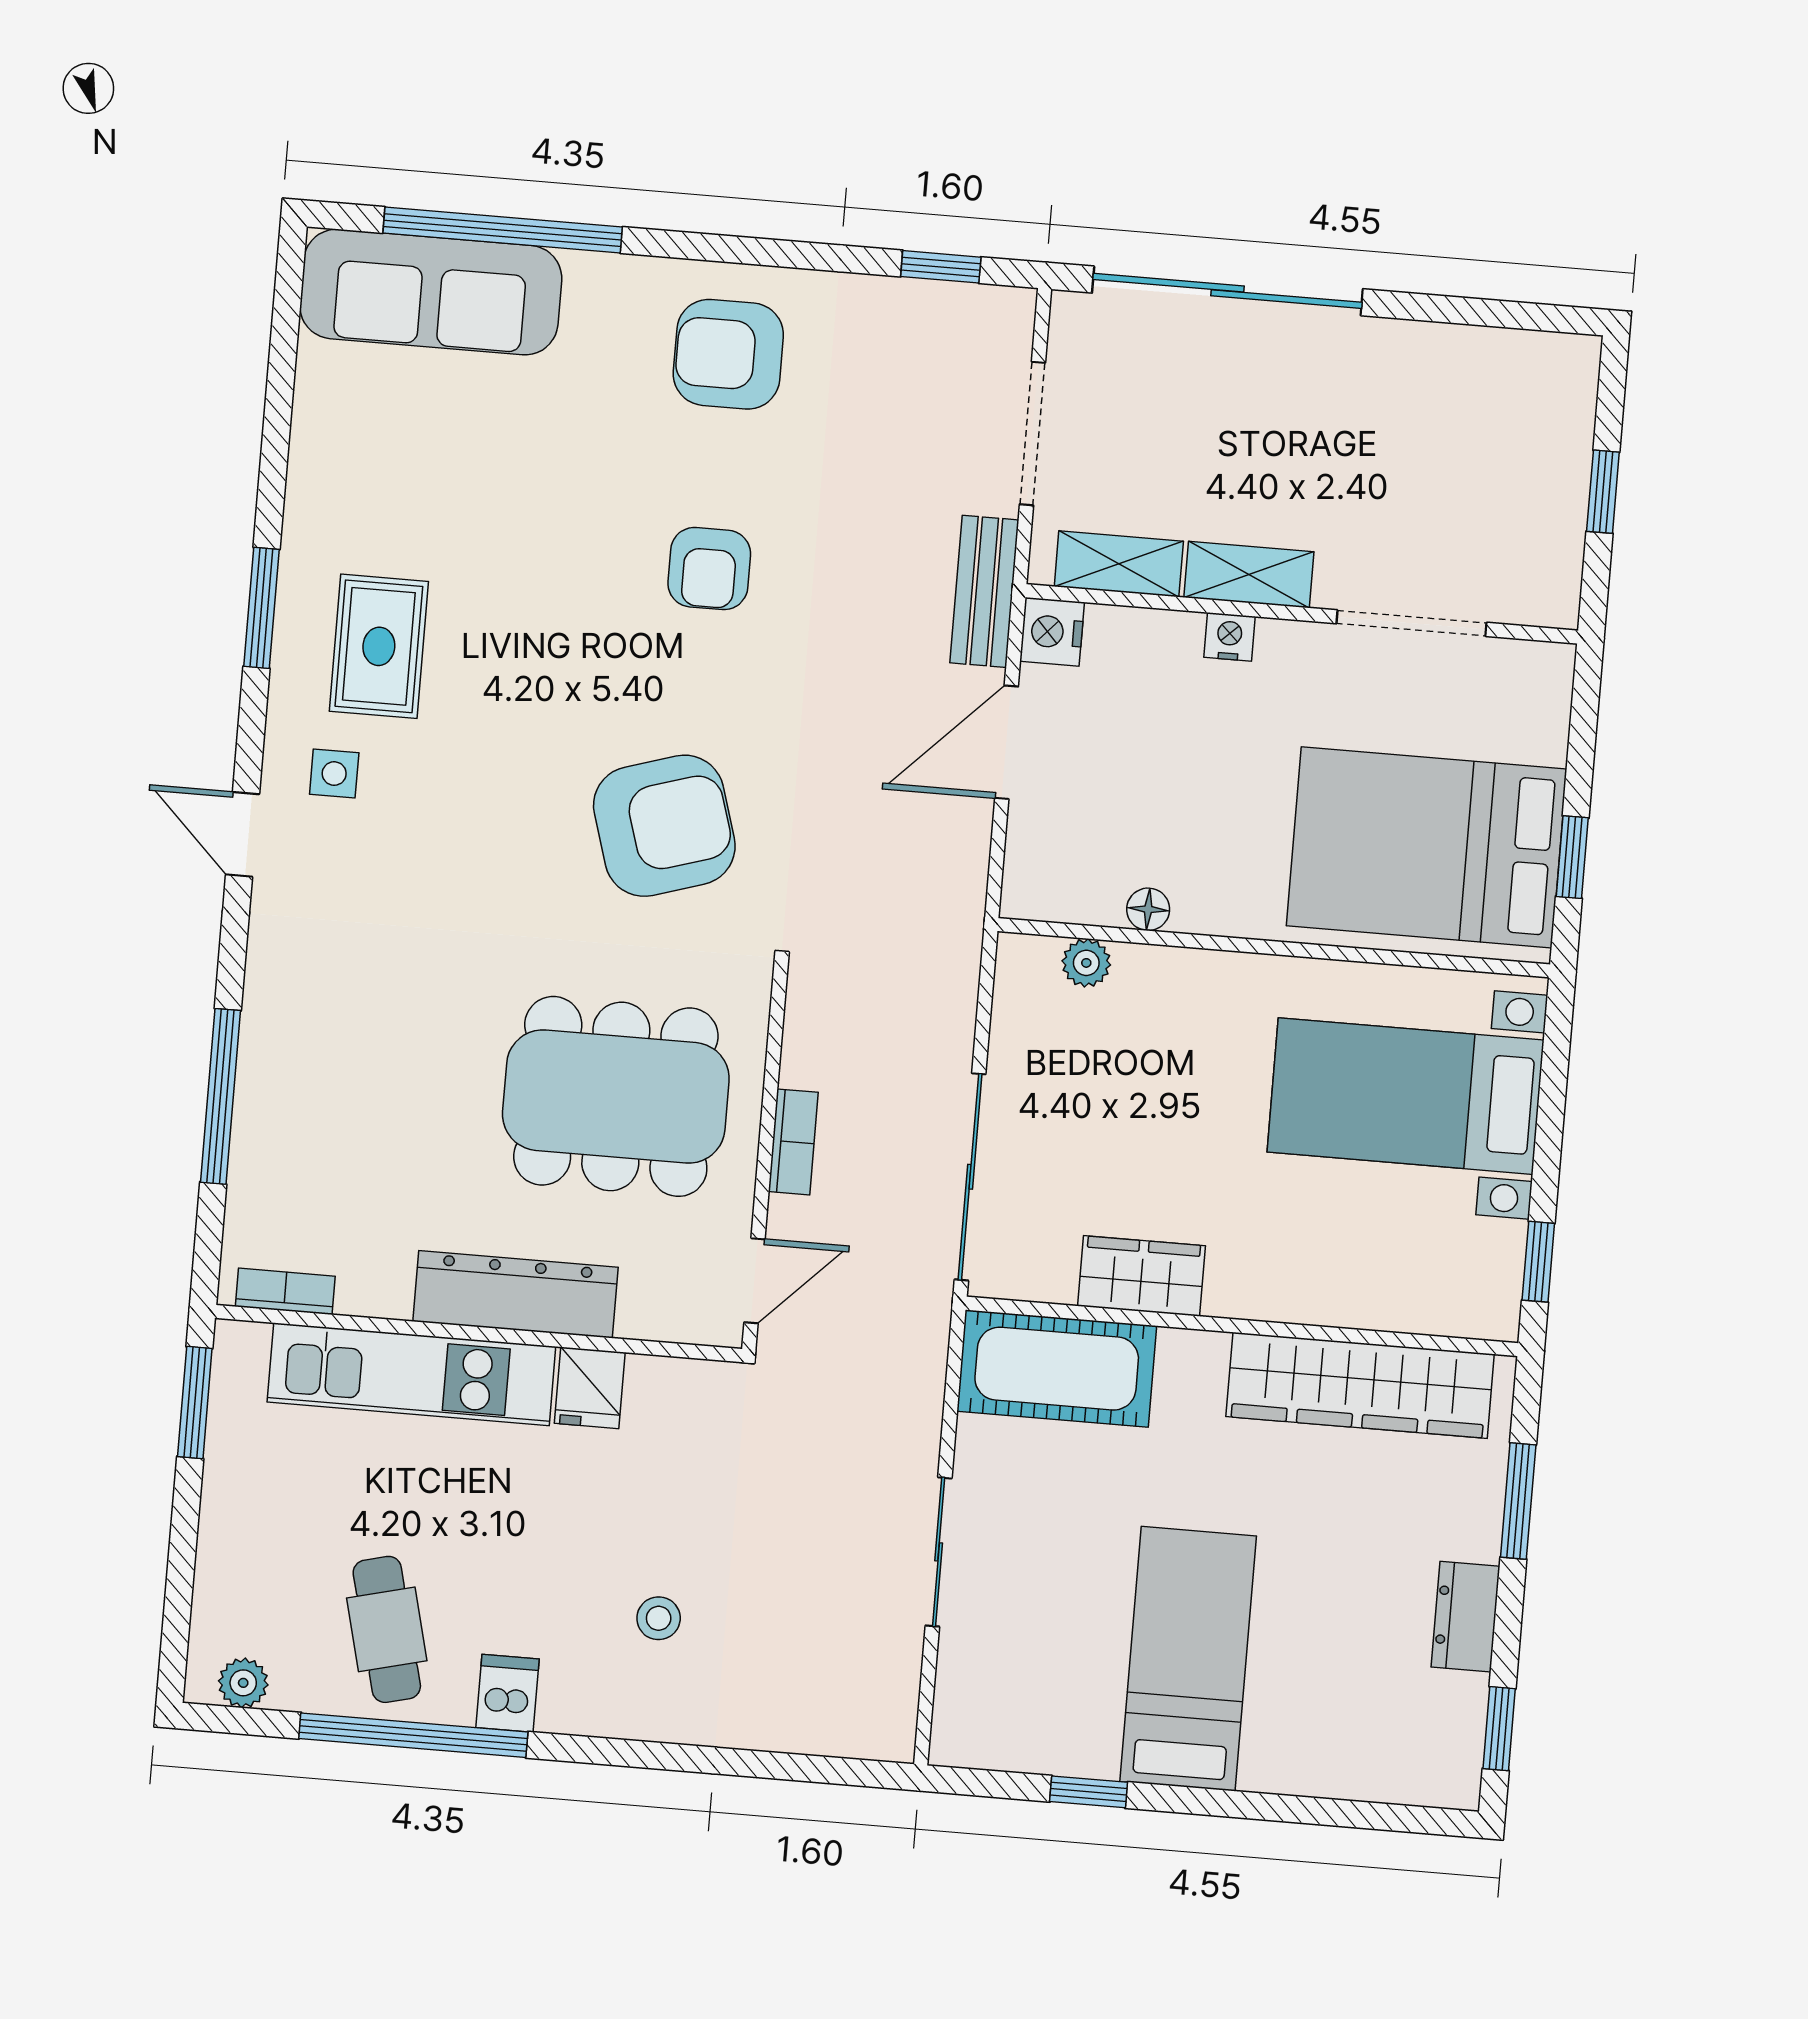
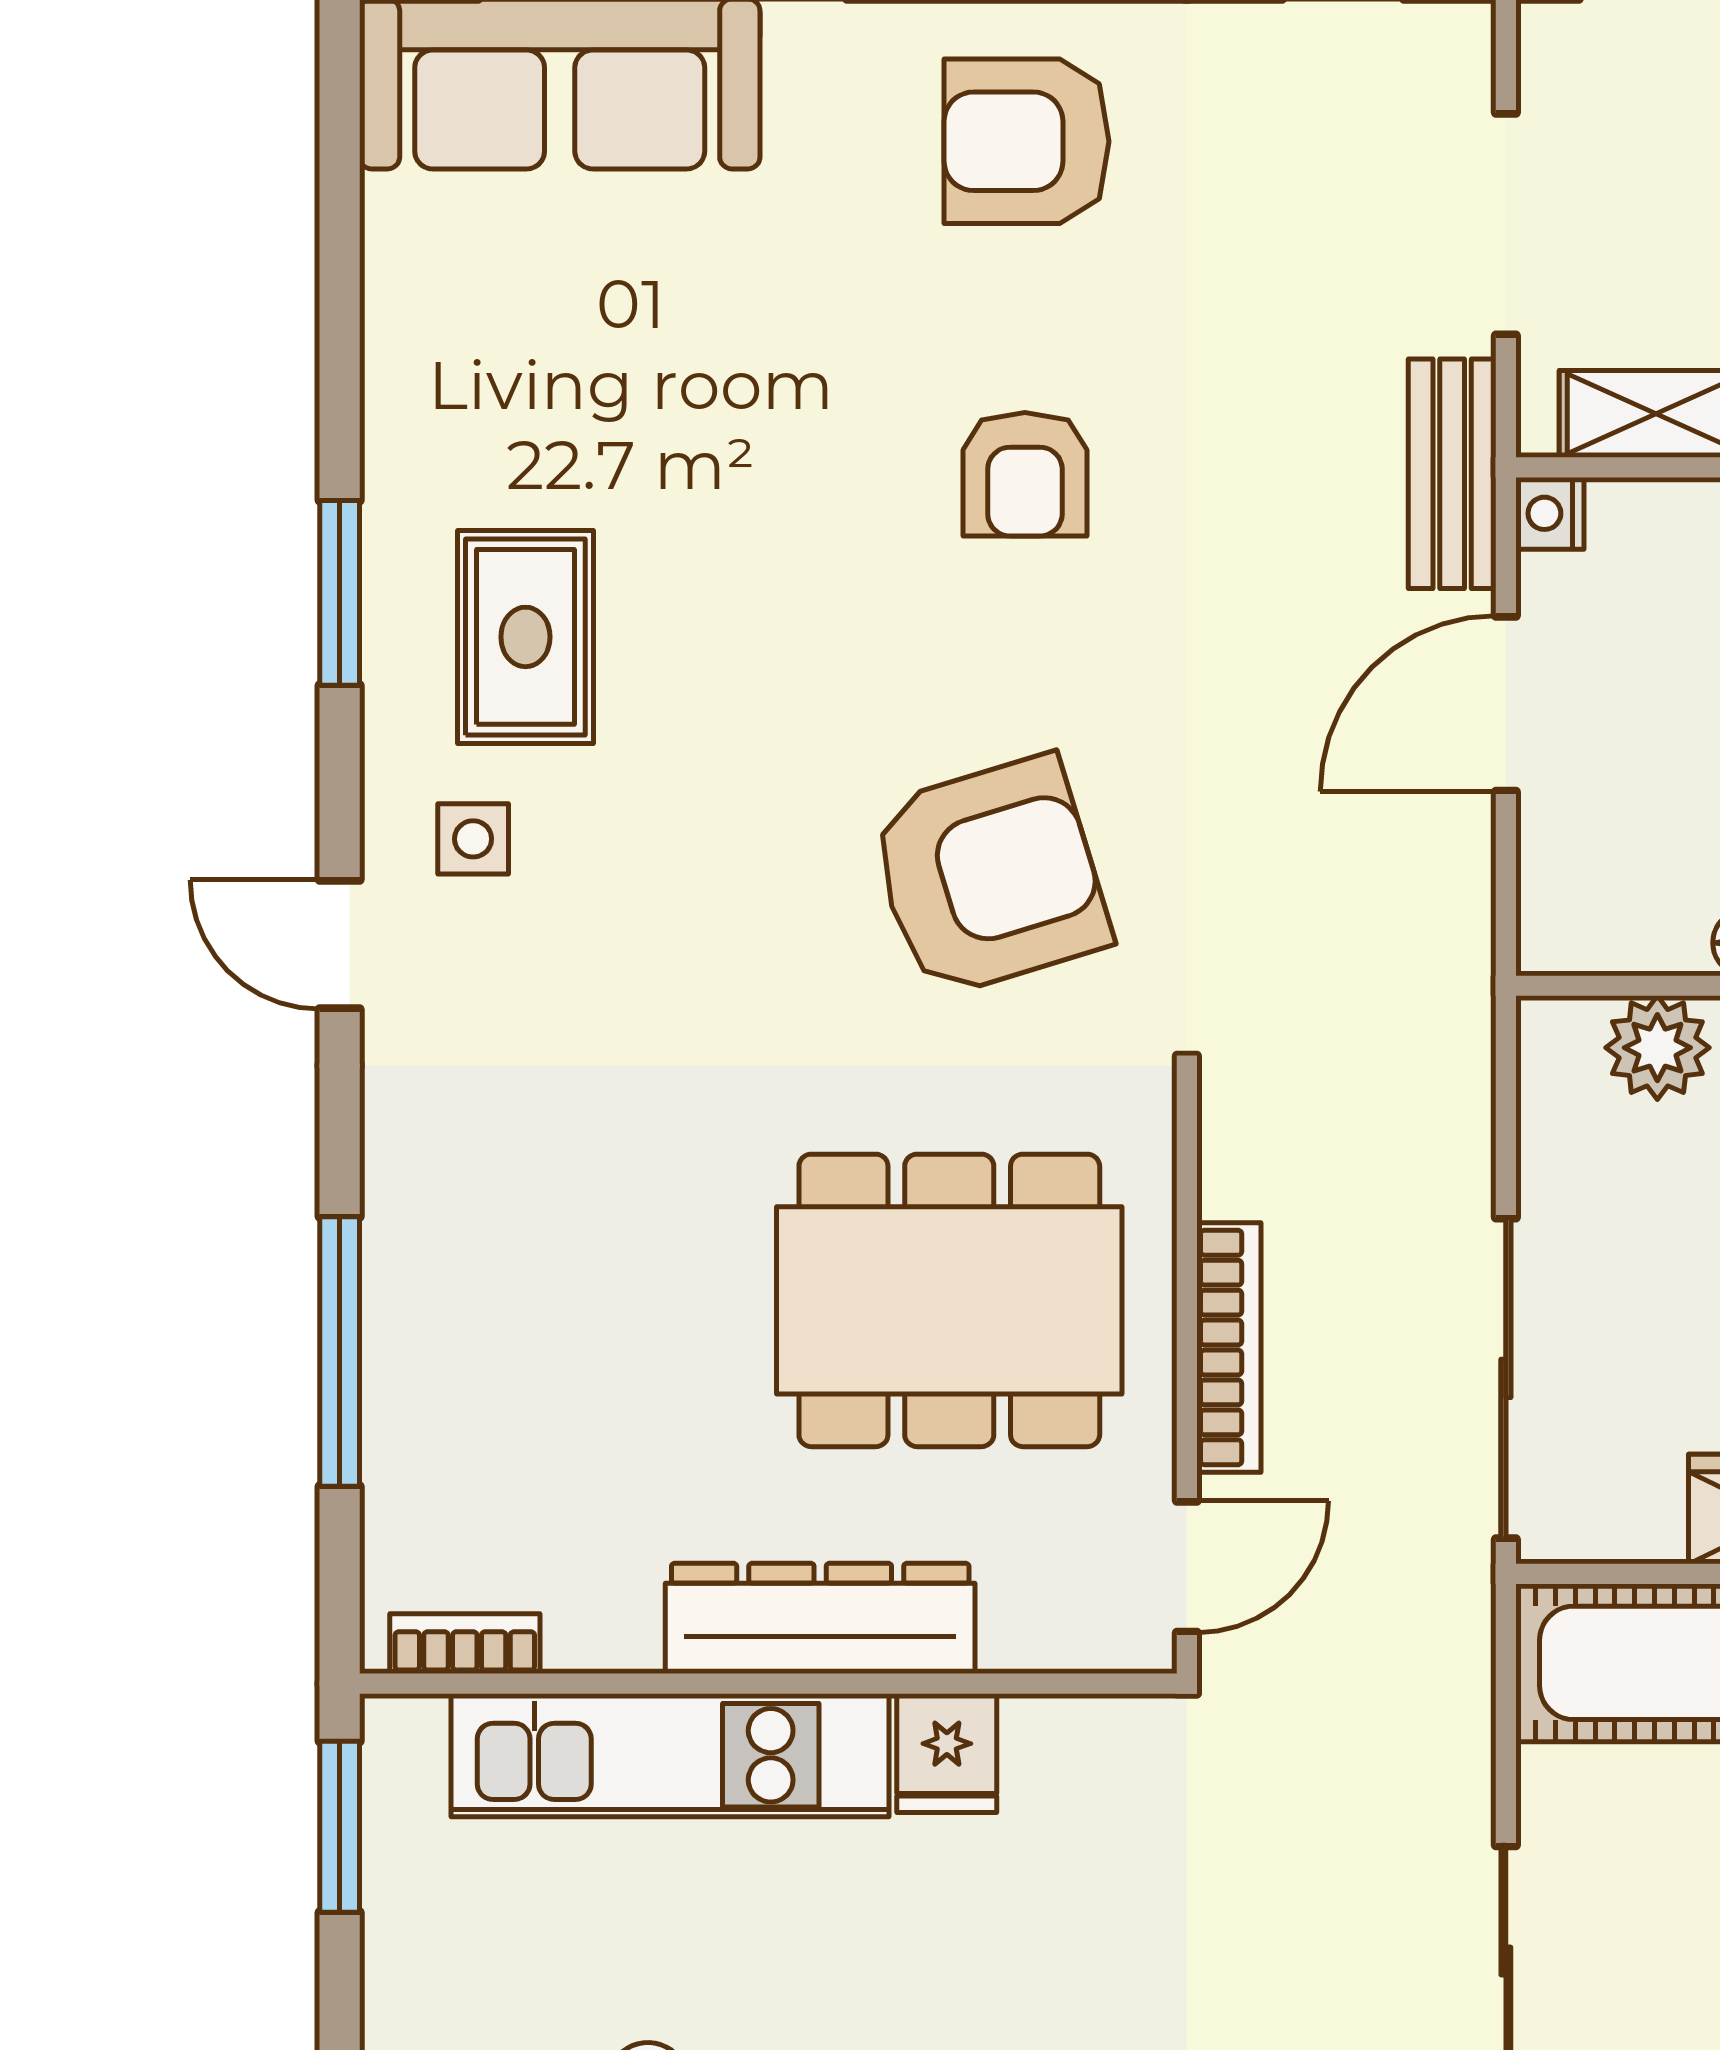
nightstand: (1052, 632) -> (1550, 513), width x0.72, depth x0.74
plant: (1086, 963) -> (1657, 1048), width x1.38, depth x1.38
bookcase: (793, 1142) -> (1229, 1348), width x1.56

